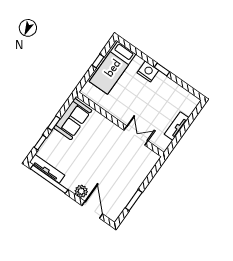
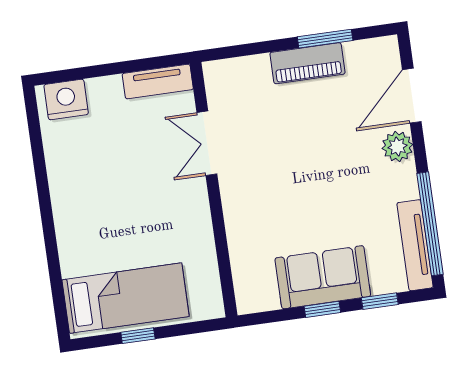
window: (162, 70) -> (46, 208), removed
nightstand: (148, 72) -> (66, 99), moved, turned 90
sofa: (73, 119) -> (323, 277), moved
tv unit: (177, 126) -> (158, 81), moved
piano: (131, 188) -> (307, 63), added

